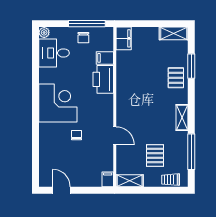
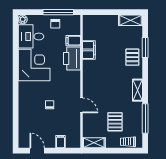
filing cabinet: (124, 38) -> (89, 50), moved
corner desk: (58, 103) -> (34, 65), moved
filing cabinet: (108, 179) -> (61, 142), moved

